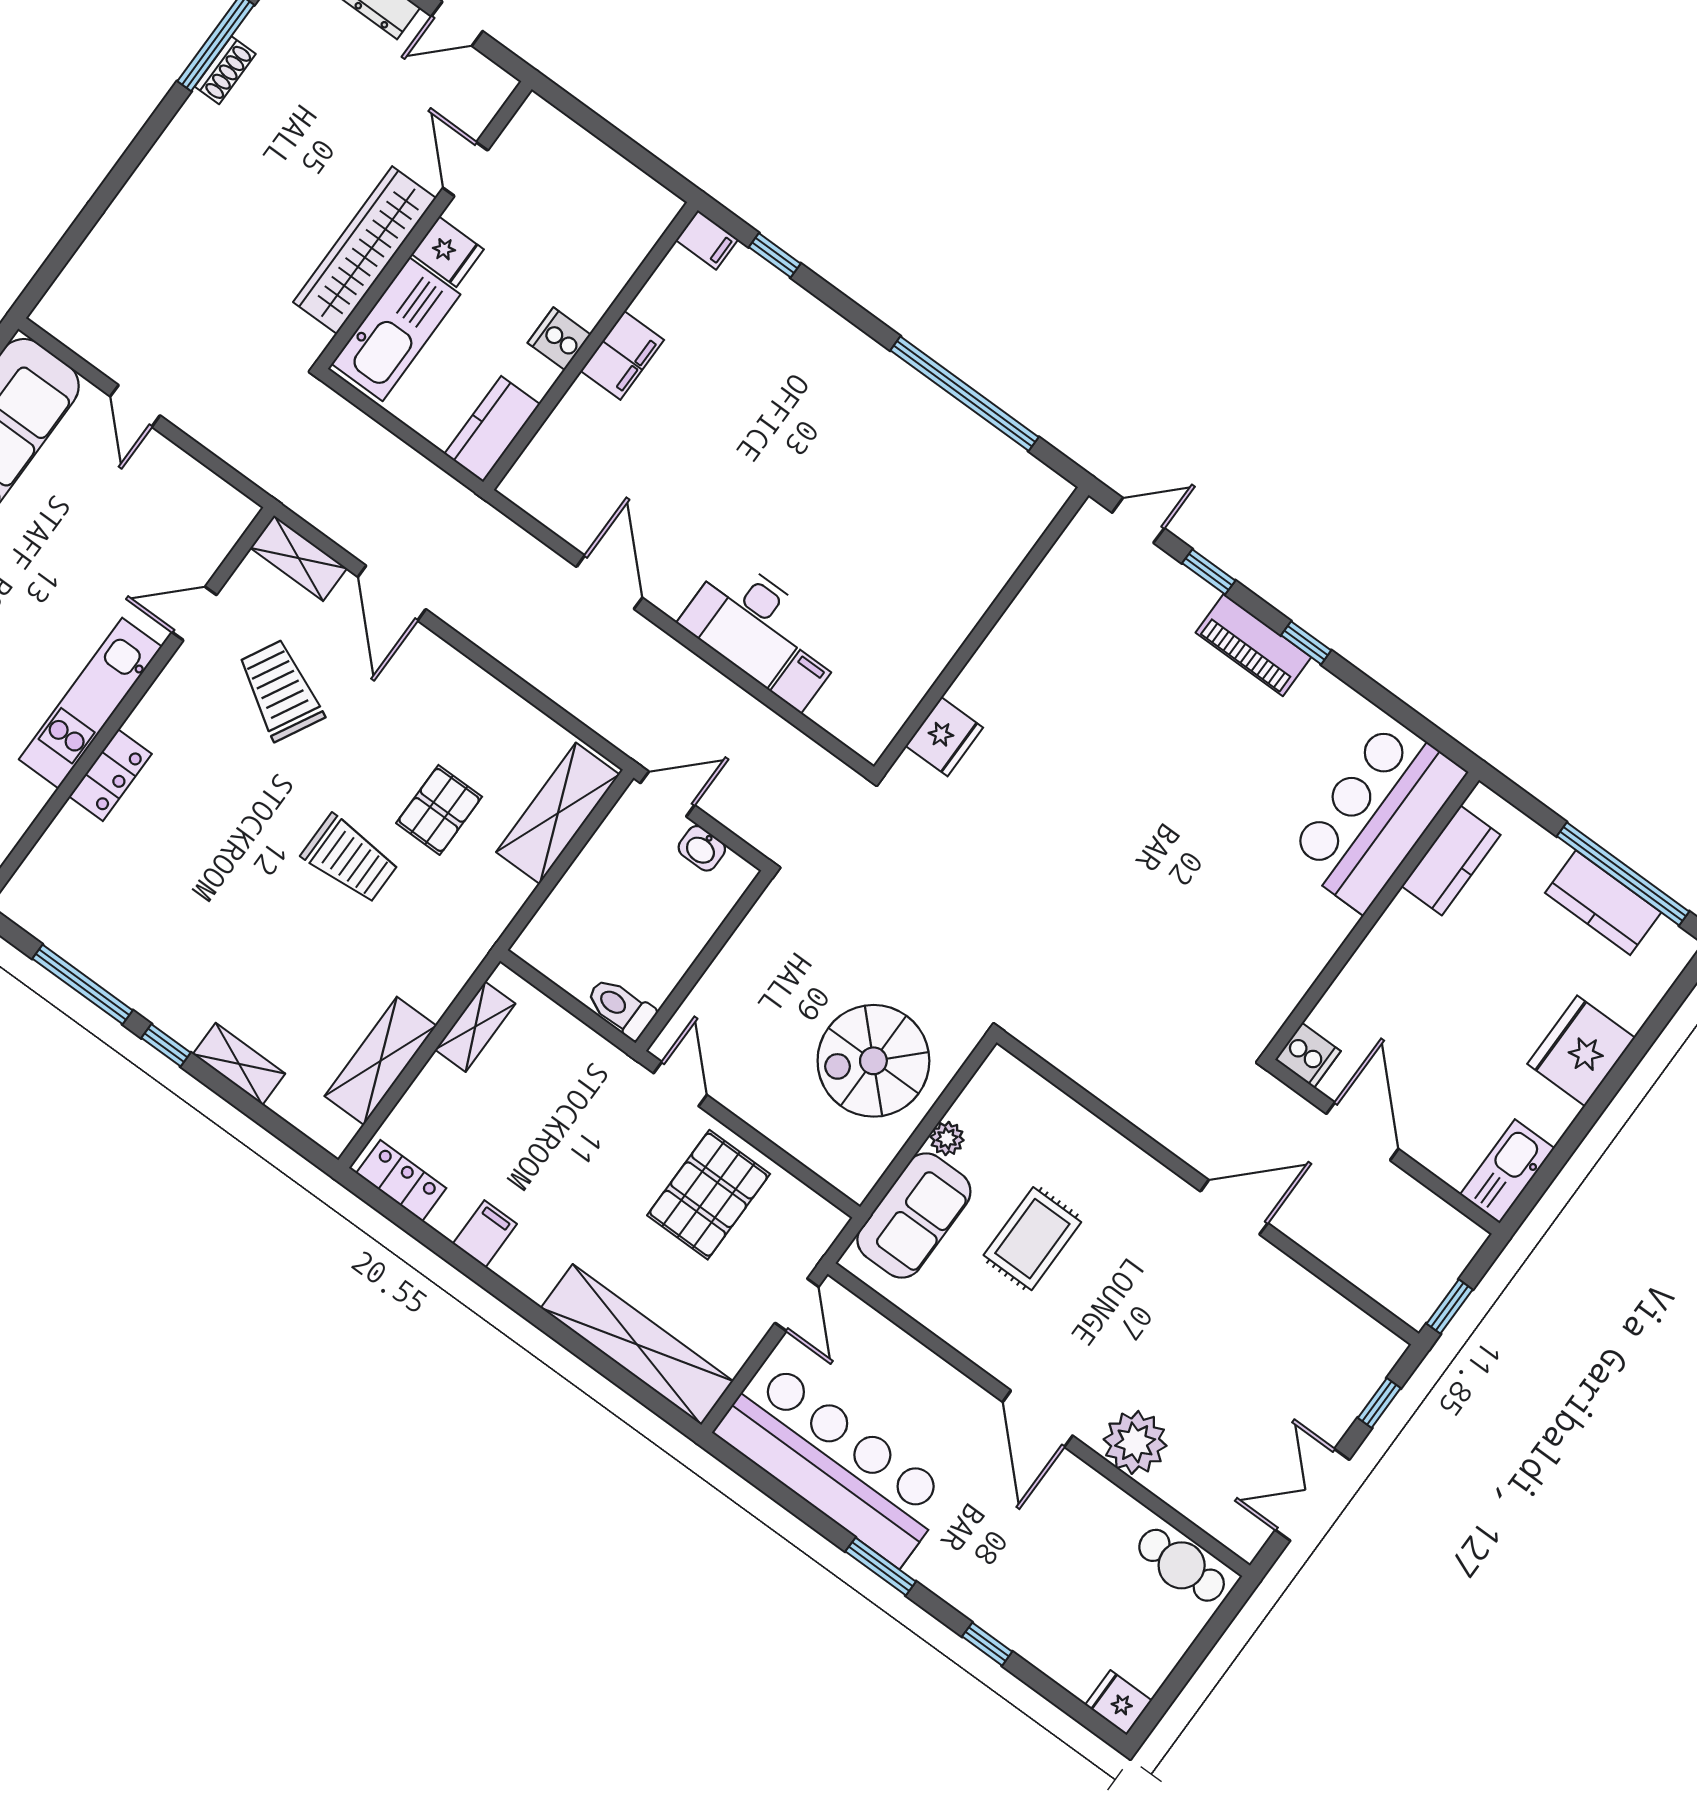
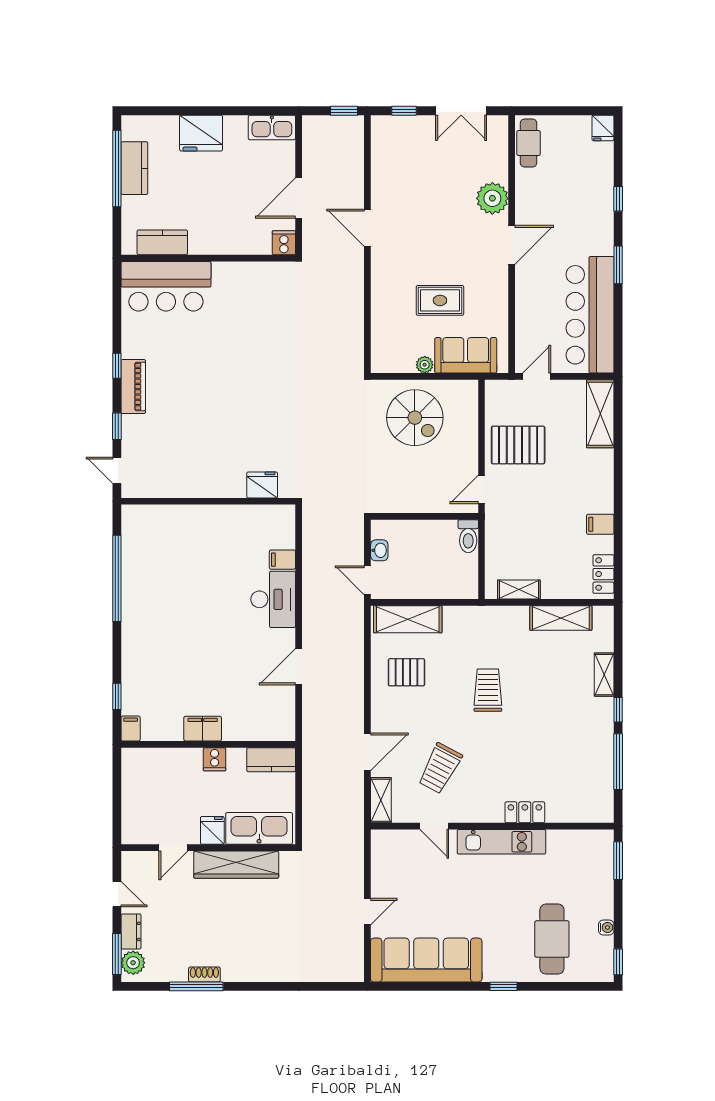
pallet: (439, 810) -> (407, 672), moved
shelving: (637, 1345) -> (600, 414), width x0.68

